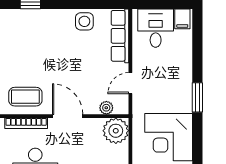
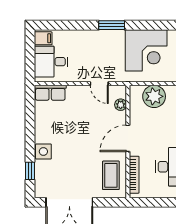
side table: (84, 21) -> (43, 151), moved
row of seats: (120, 36) -> (50, 93), width x0.68
plant: (116, 131) -> (154, 96), moved

